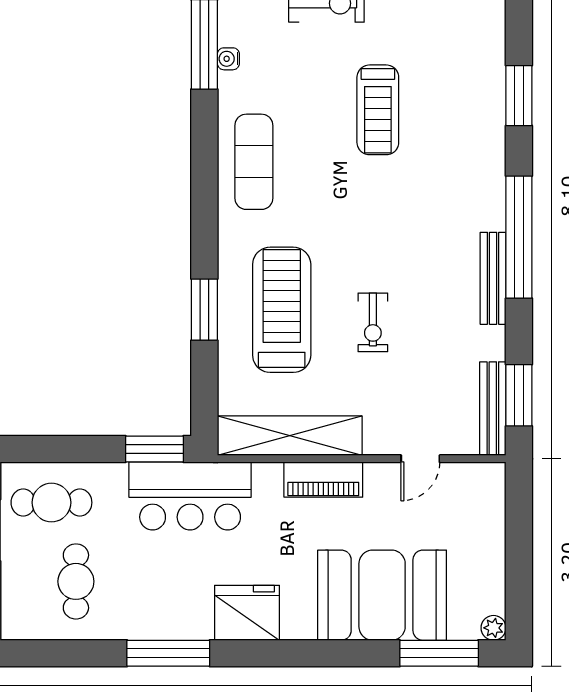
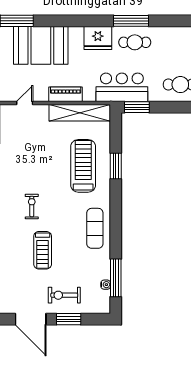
water cooler: (228, 59) -> (106, 285), moved
treadmill: (378, 110) -> (43, 250), turned 180
treadmill: (282, 310) -> (83, 166), turned 180
exercise bike: (373, 322) -> (32, 206), moved
cafe table: (76, 581) -> (135, 42), moved, turned 90

